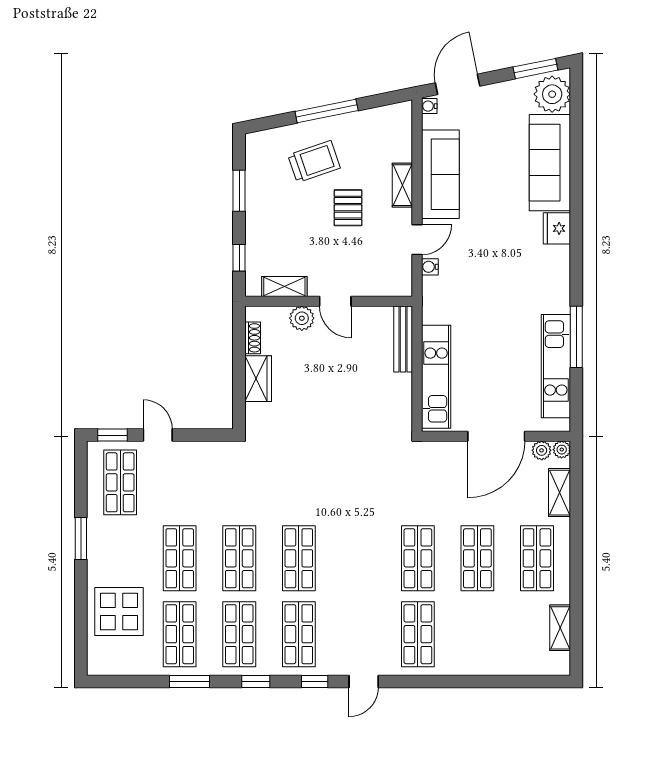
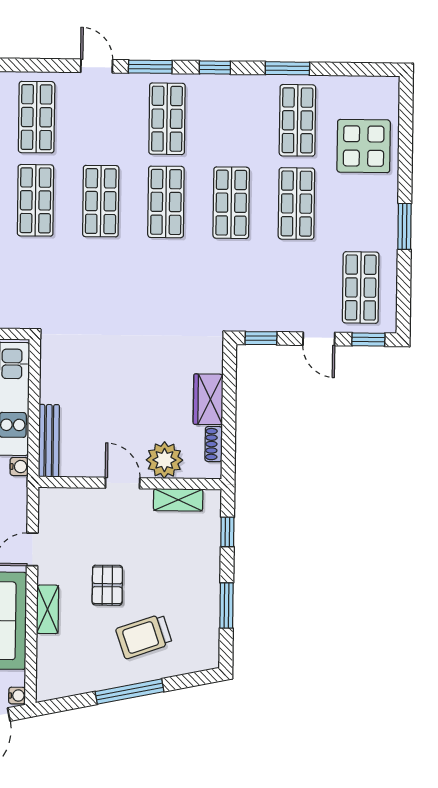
water cooler: (430, 267) -> (19, 467), moved
plant: (302, 318) -> (164, 460), width x1.36, depth x1.36
window: (211, 435) -> (261, 338), added
shop shelf: (239, 634) -> (101, 201), moved
window: (315, 682) -> (150, 67), width x1.50
door: (364, 682) -> (97, 66), hinge flipped

